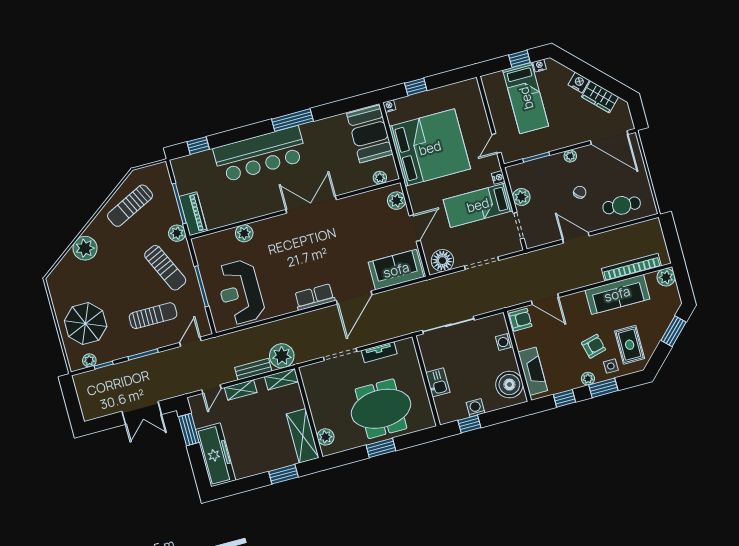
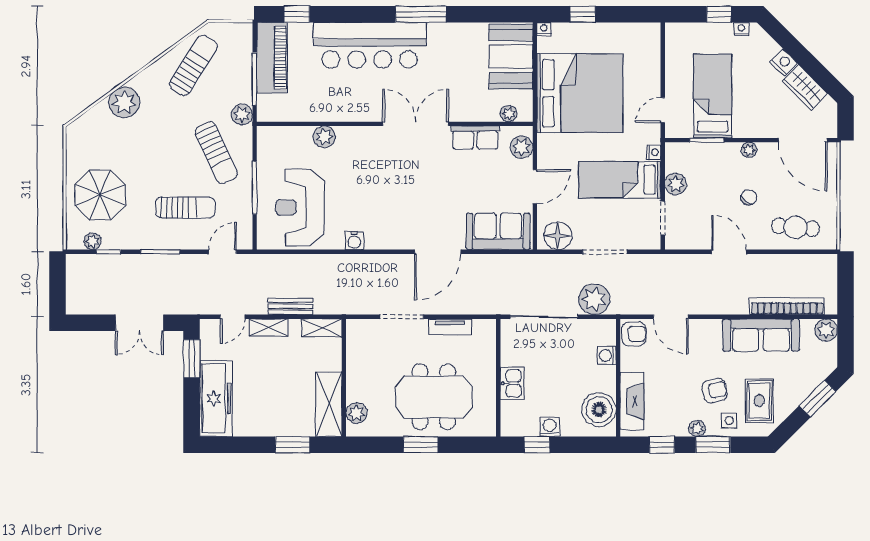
bed: (526, 98) -> (713, 96), moved, turned 180
sun lounger: (130, 206) -> (194, 65), turned 148
piano: (193, 214) -> (272, 58), moved, width x1.37, depth x1.33
row of seats: (315, 297) -> (475, 137), moved, turned 180
water cooler: (288, 306) -> (354, 241), added
plant: (282, 356) -> (594, 299), moved

